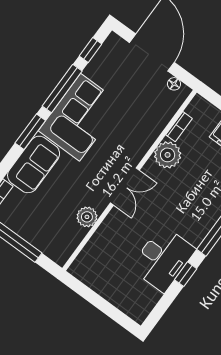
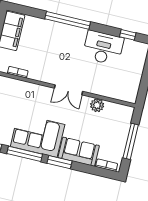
plant: (168, 155) -> (38, 72), removed
double door: (125, 186) -> (68, 90), swing flipped
window: (186, 274) -> (128, 35), moved

